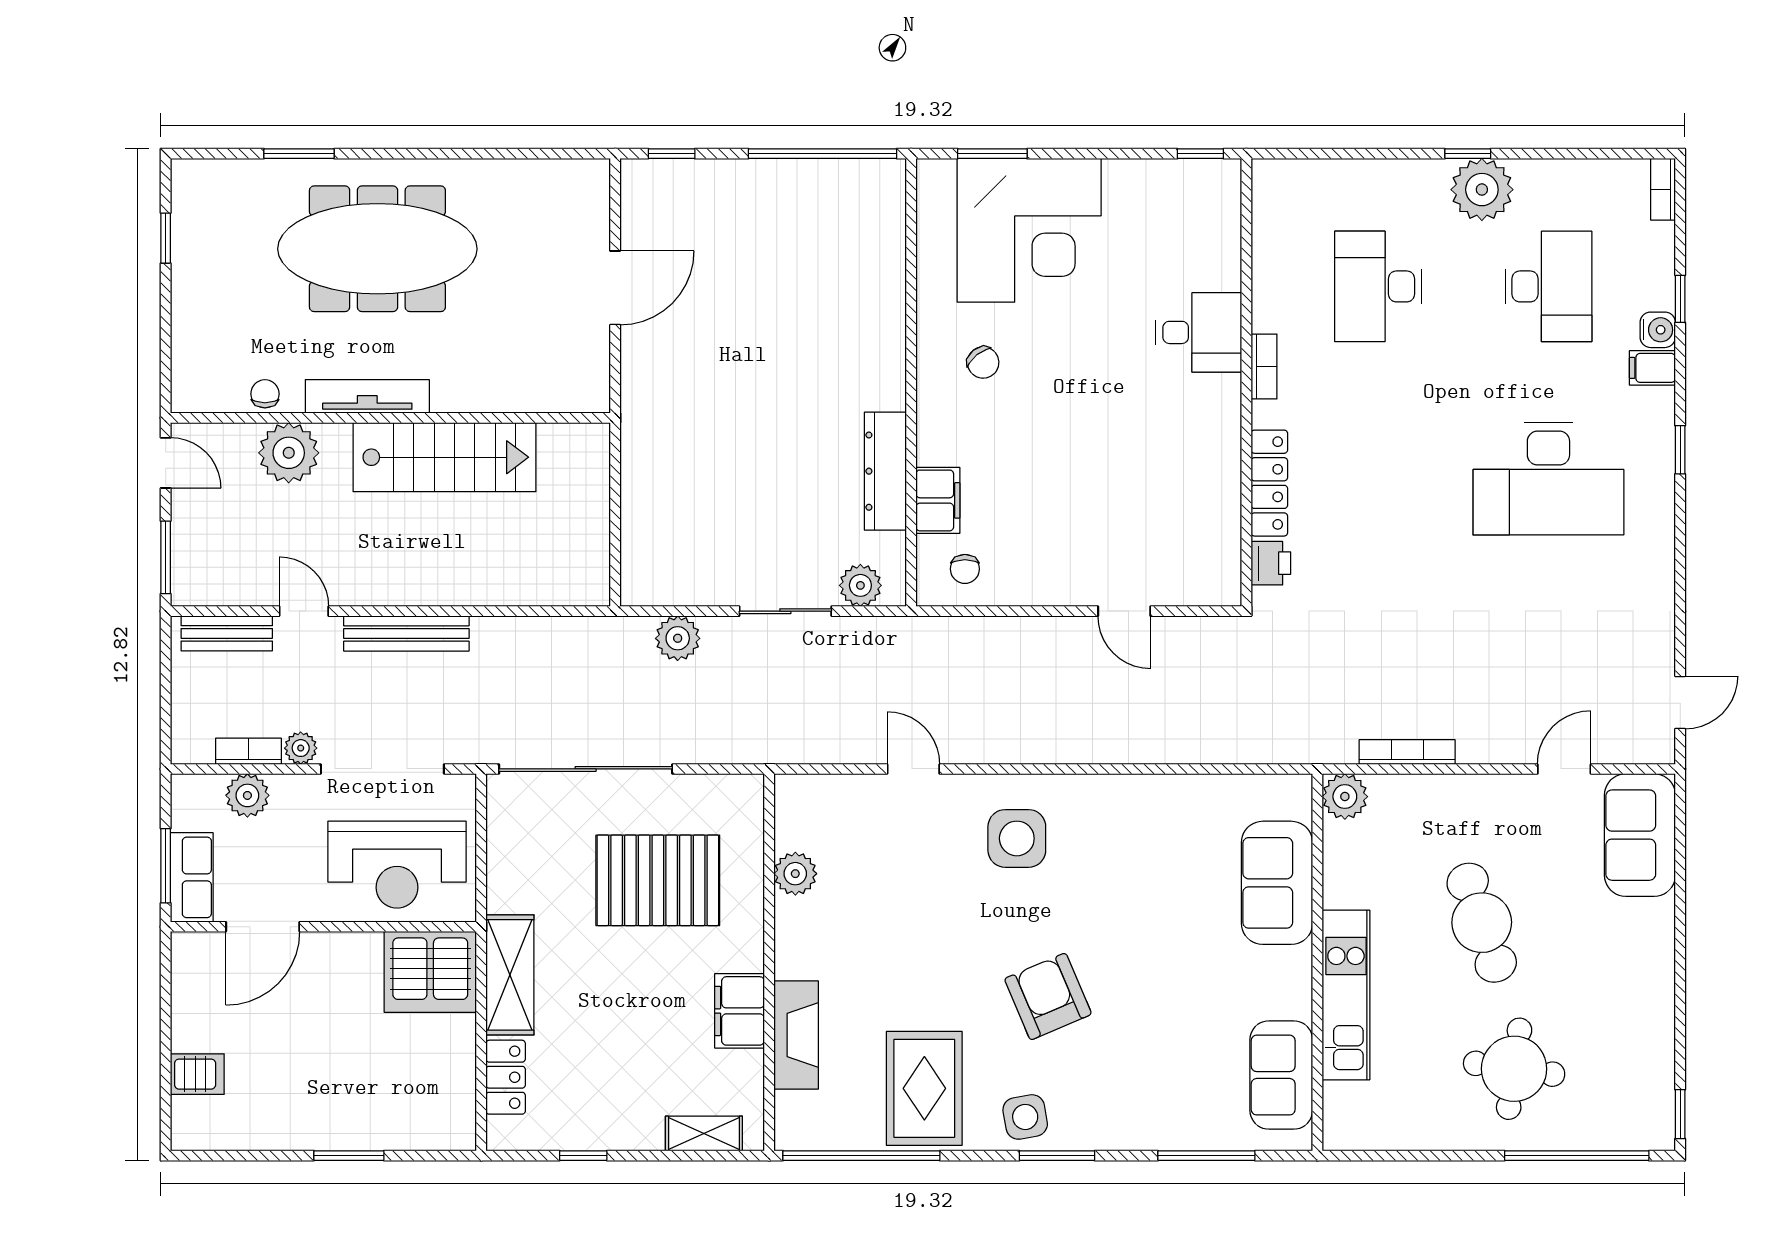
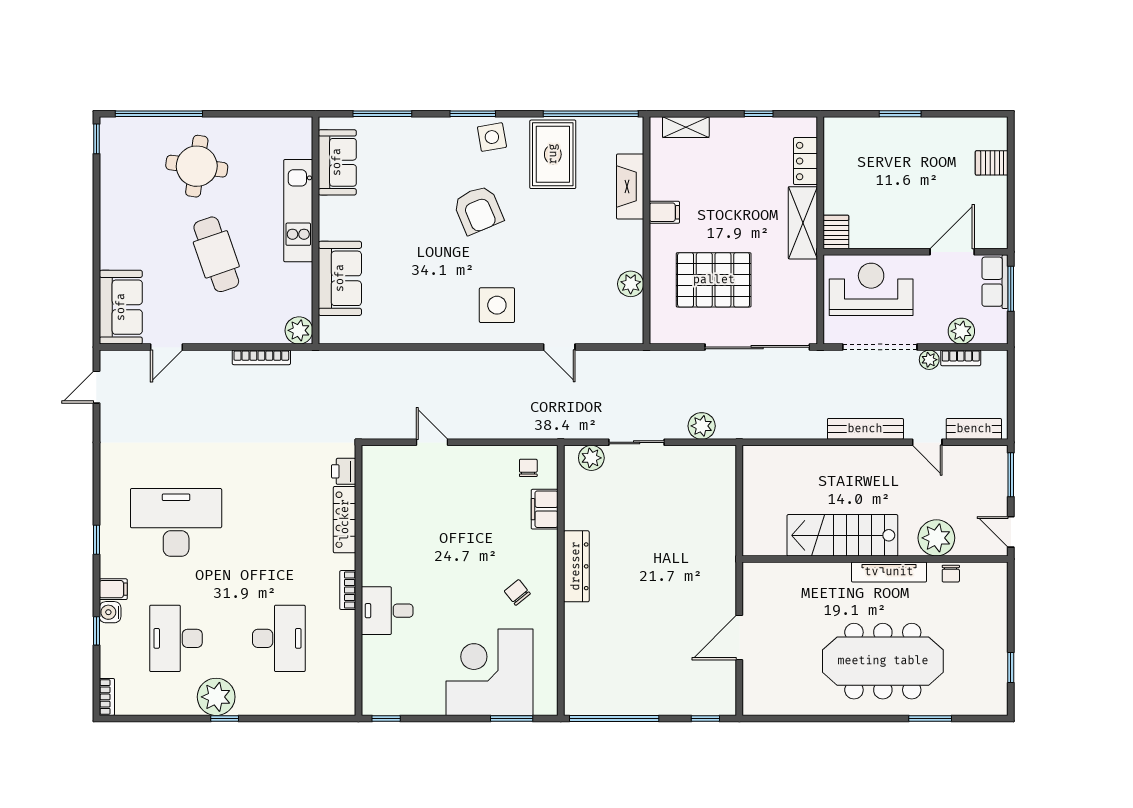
dresser: (885, 471) -> (576, 566), moved
server rack: (430, 972) -> (836, 232), width x0.46, depth x0.70
filing cabinet: (740, 1011) -> (664, 212), width x0.50

